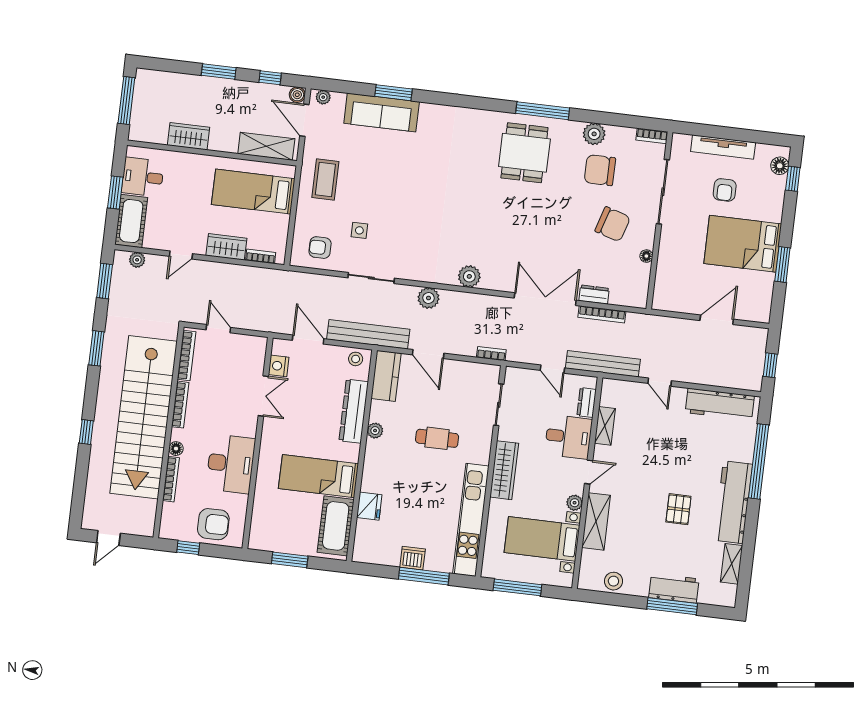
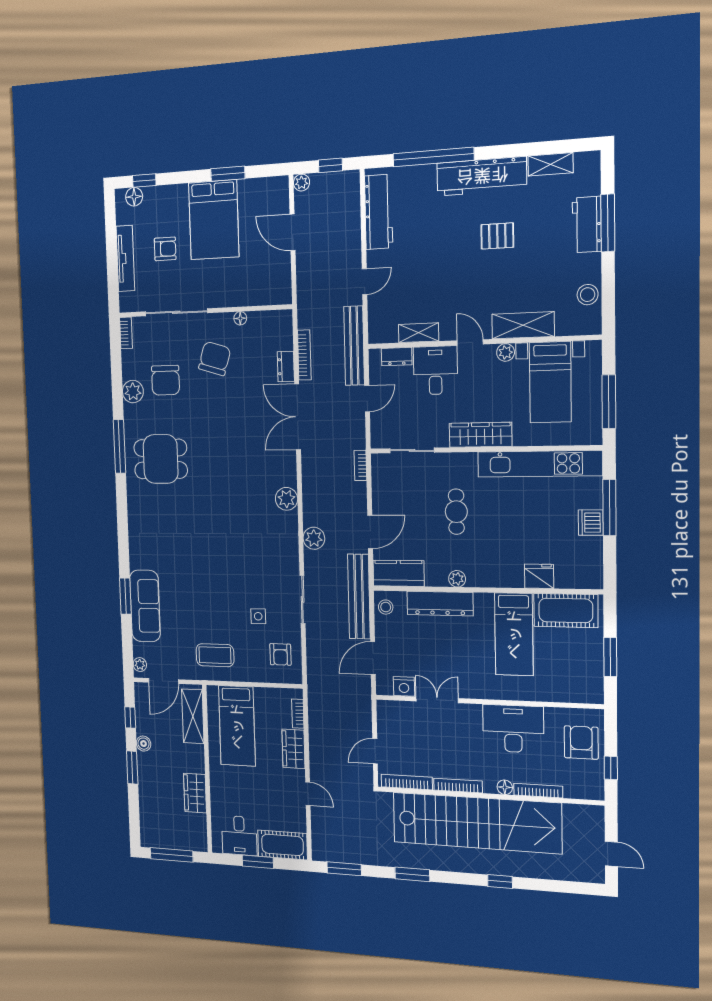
boiler: (297, 95) -> (144, 744), moved
plant: (137, 260) -> (302, 183), moved

